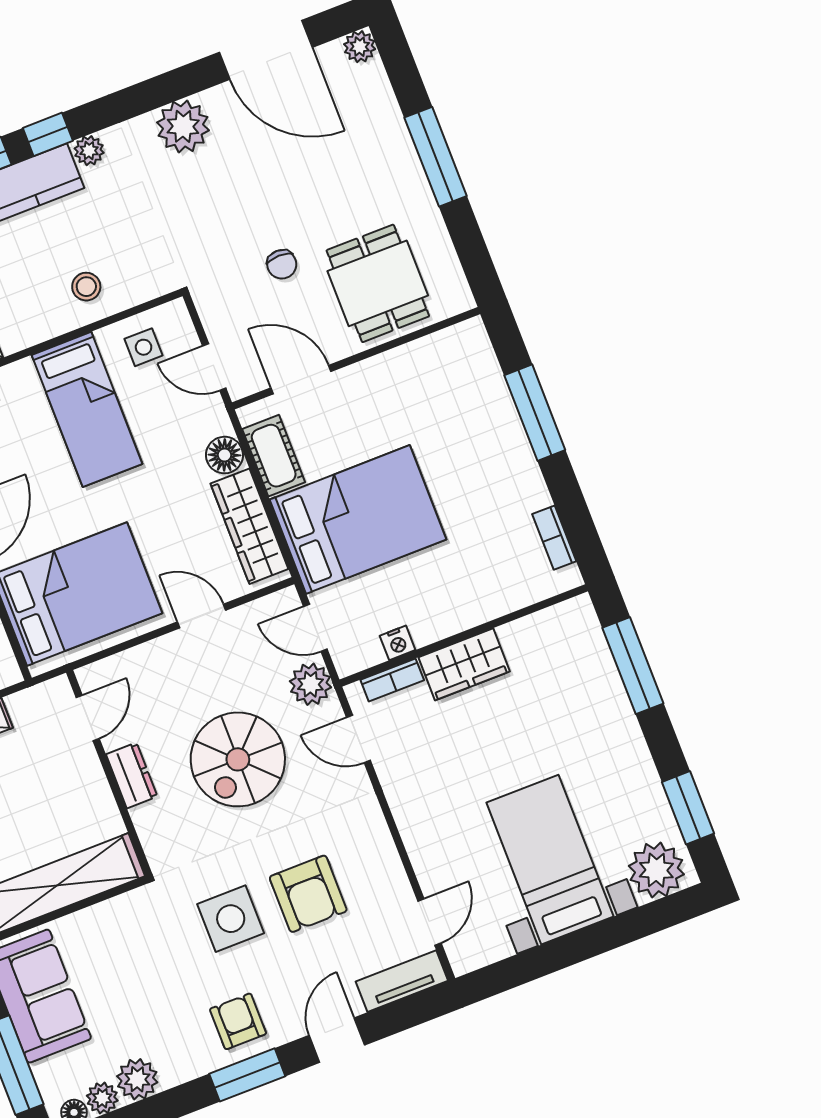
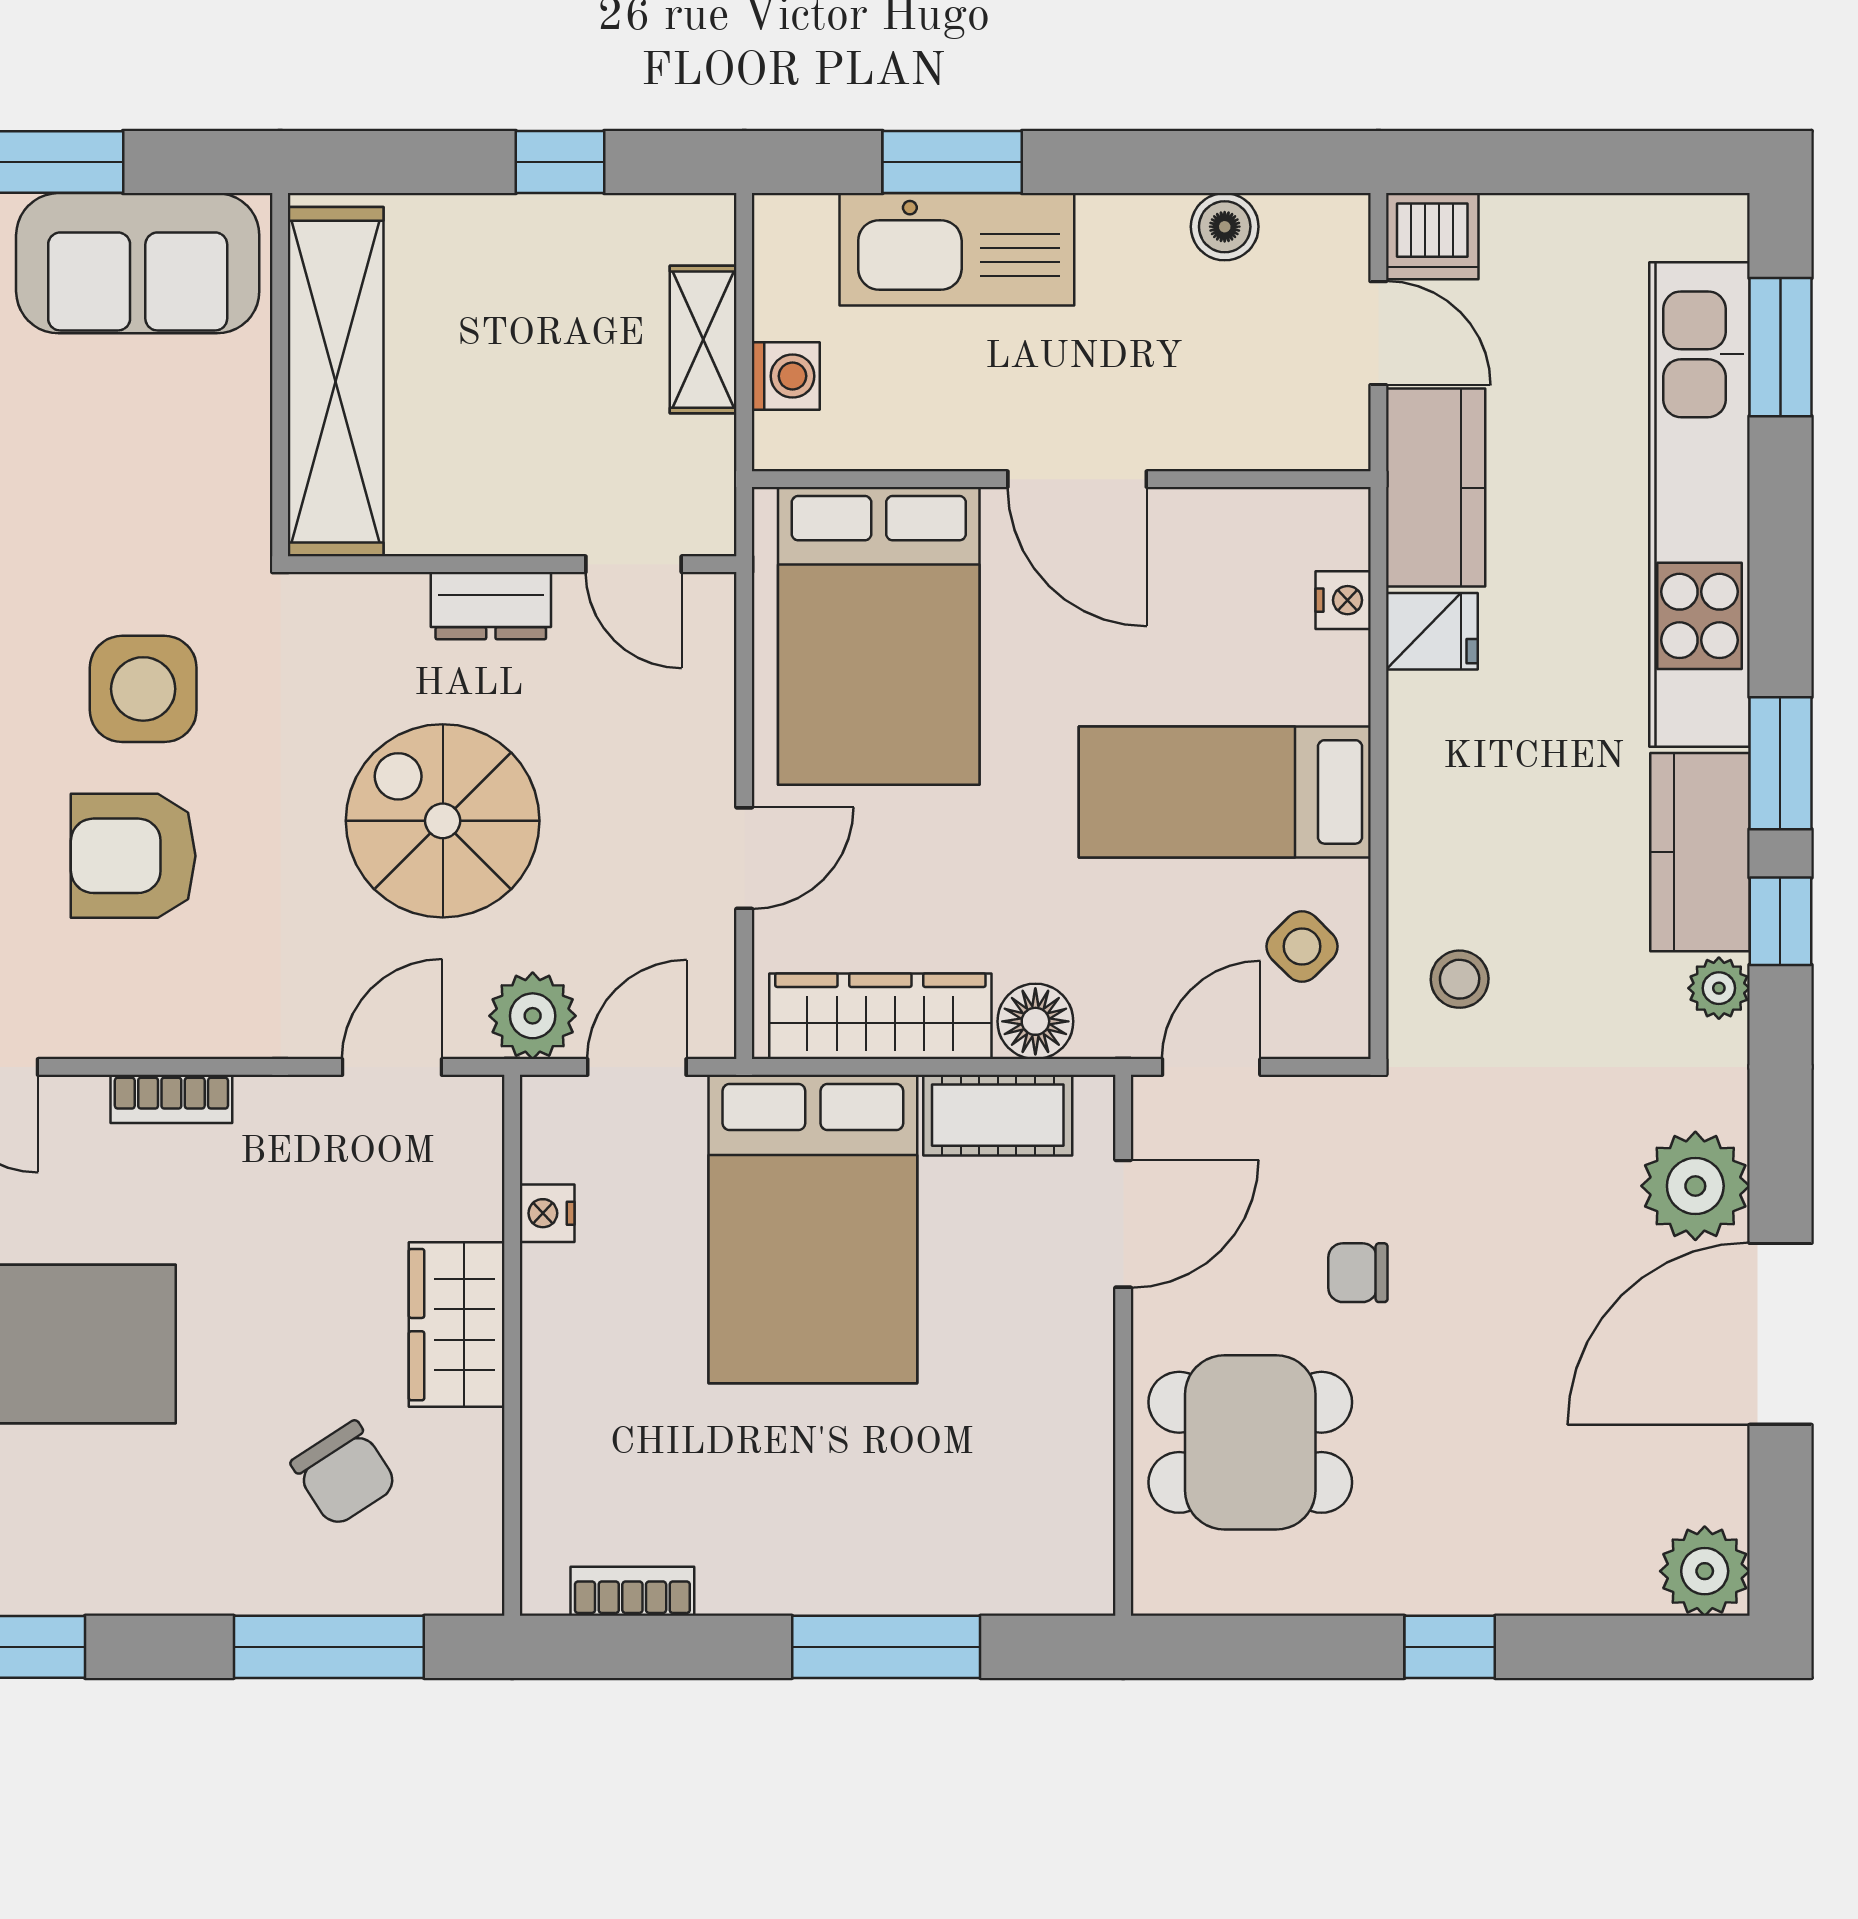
plant: (360, 47) -> (1705, 1571), width x1.38, depth x1.38
door: (266, 50) -> (1780, 1334), moved
window: (436, 157) -> (1450, 1647), width x0.46
stool: (86, 287) -> (1460, 979), moved
side table: (144, 347) -> (1302, 946), turned 45
bookcase: (392, 680) -> (171, 1099), moved, turned -90
chair: (552, 689) -> (344, 1474), added

